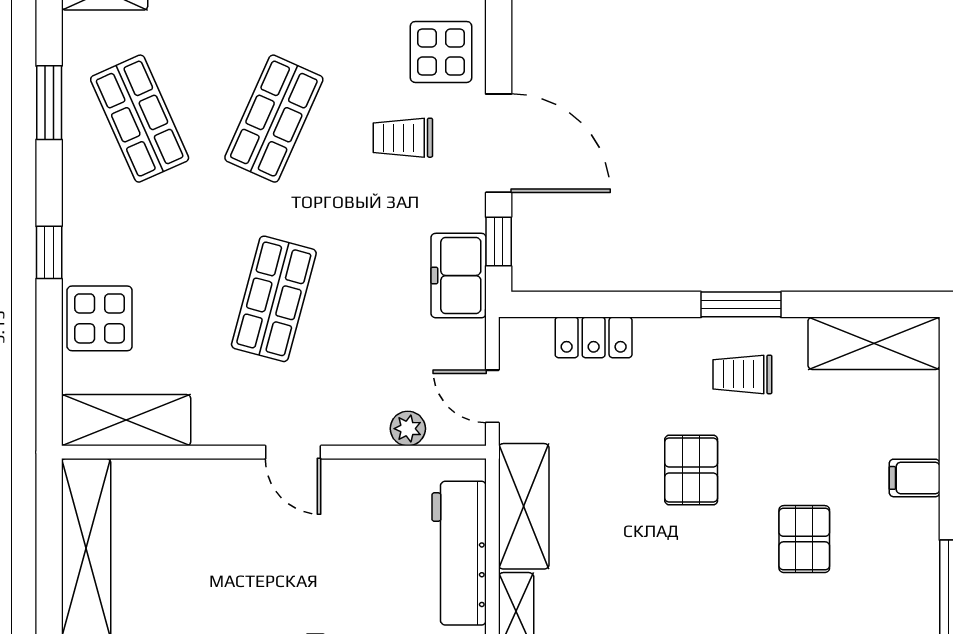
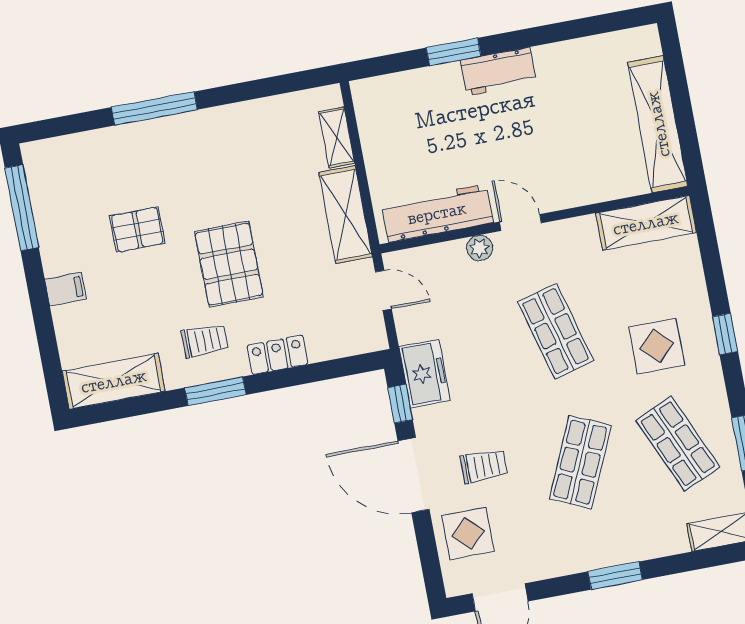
shop shelf: (274, 299) -> (555, 331), turned -30
display table: (100, 318) -> (657, 346), moved
locker: (594, 337) -> (277, 355), moved
plant: (408, 429) -> (480, 248), moved
pallet: (691, 470) -> (229, 264), width x1.50, depth x1.42
pallet: (804, 539) -> (137, 230), turned 90
workbench: (459, 553) -> (437, 213), moved, turned -90

